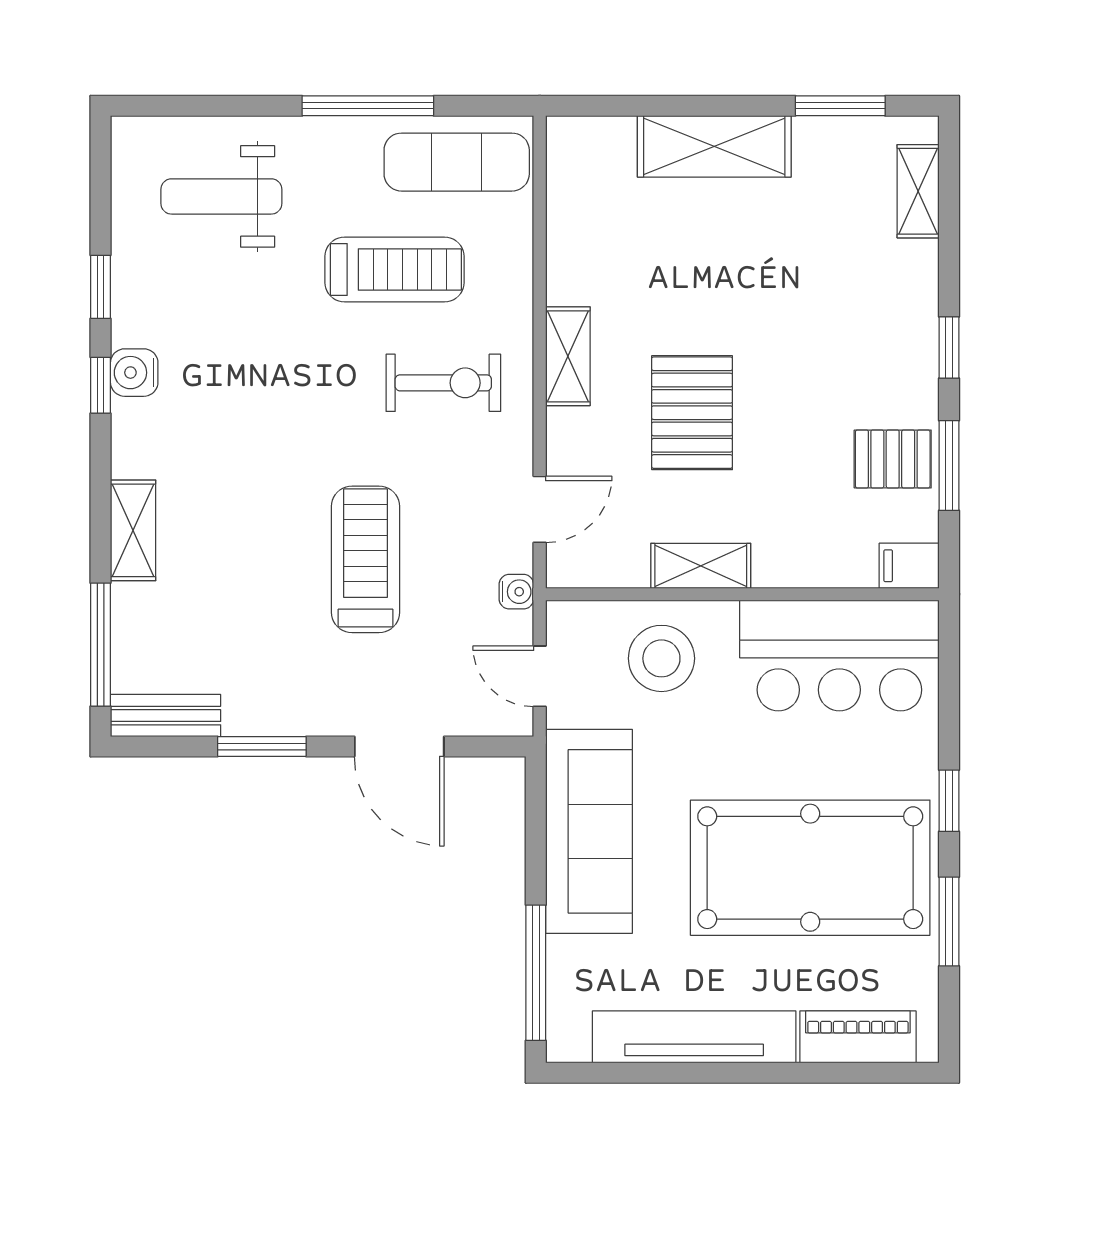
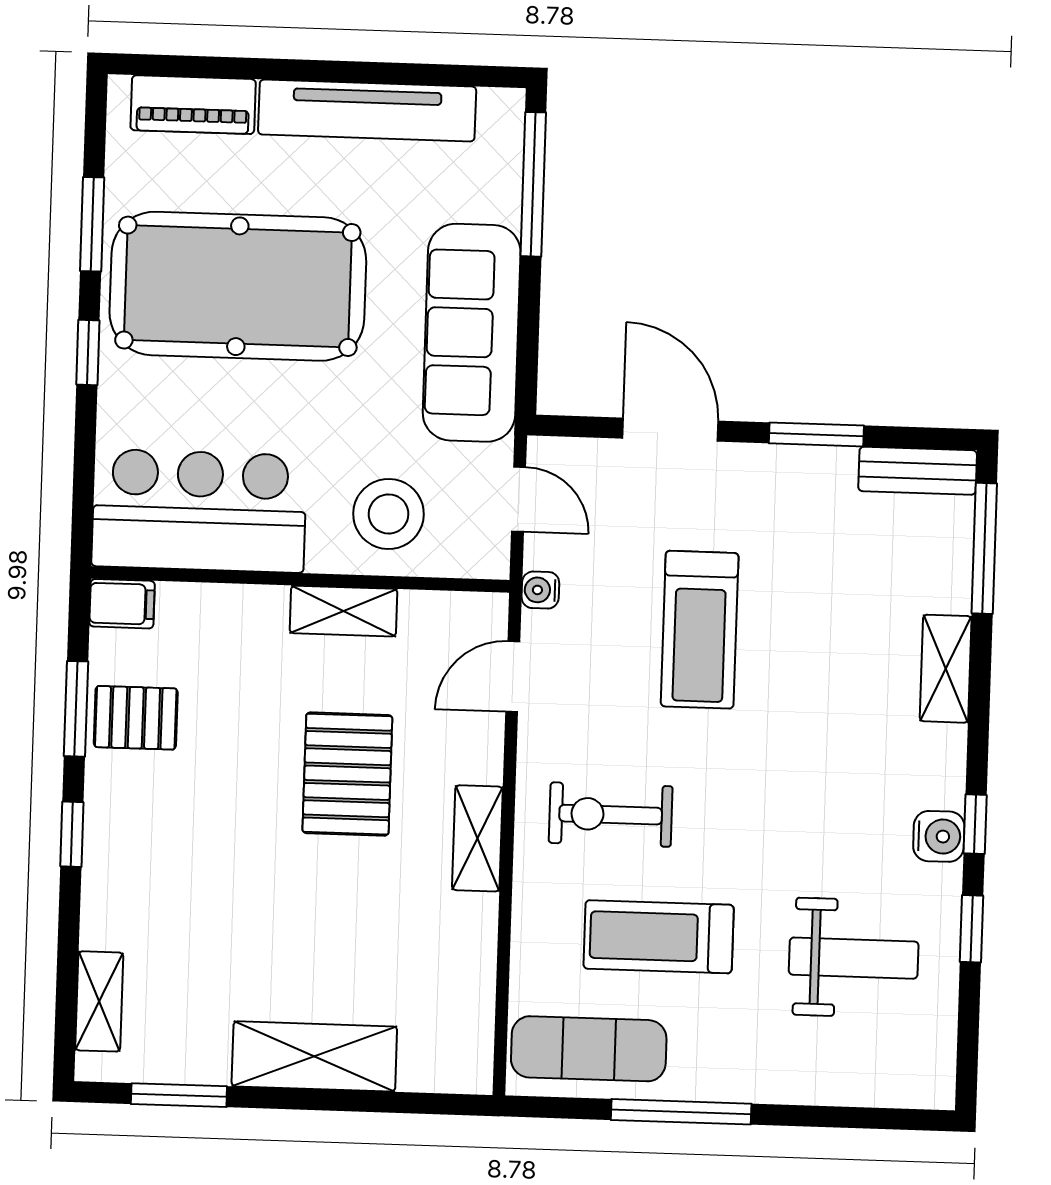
weight bench: (221, 196) -> (854, 958), moved

